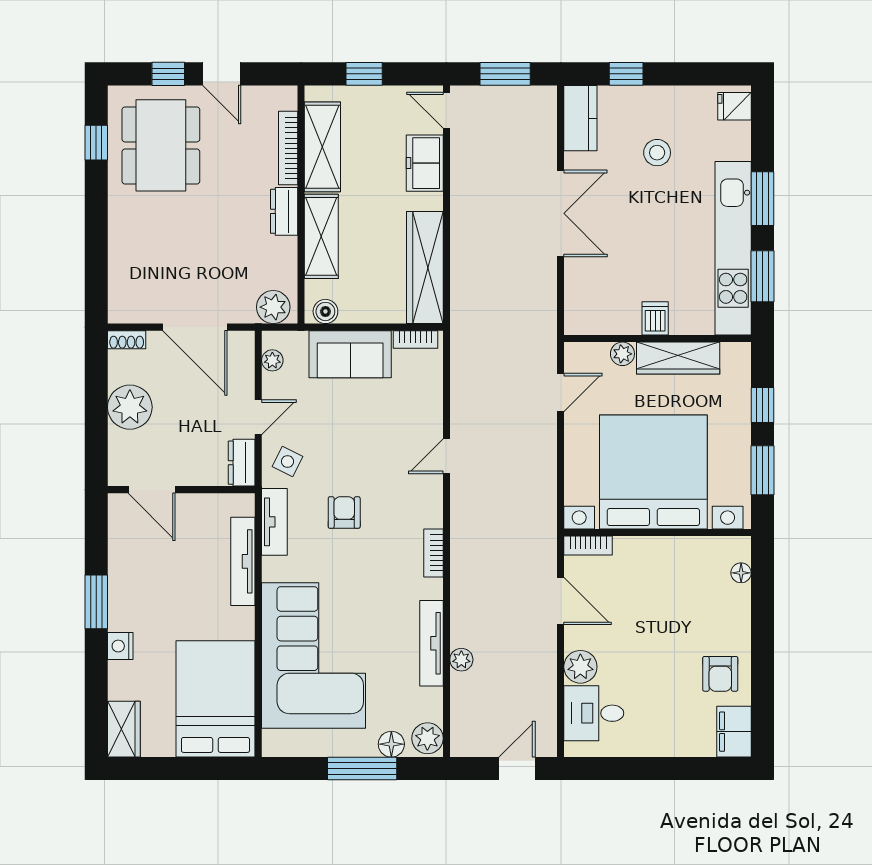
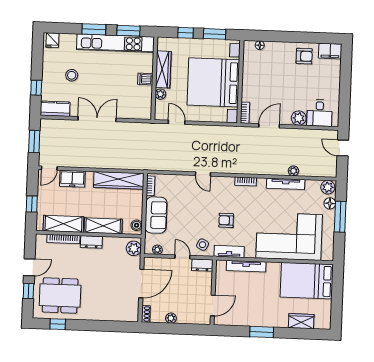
plant: (130, 407) -> (171, 318), width x0.53, depth x0.53
nightstand: (120, 646) -> (282, 322), removed
wardrobe: (124, 729) -> (301, 321), moved

